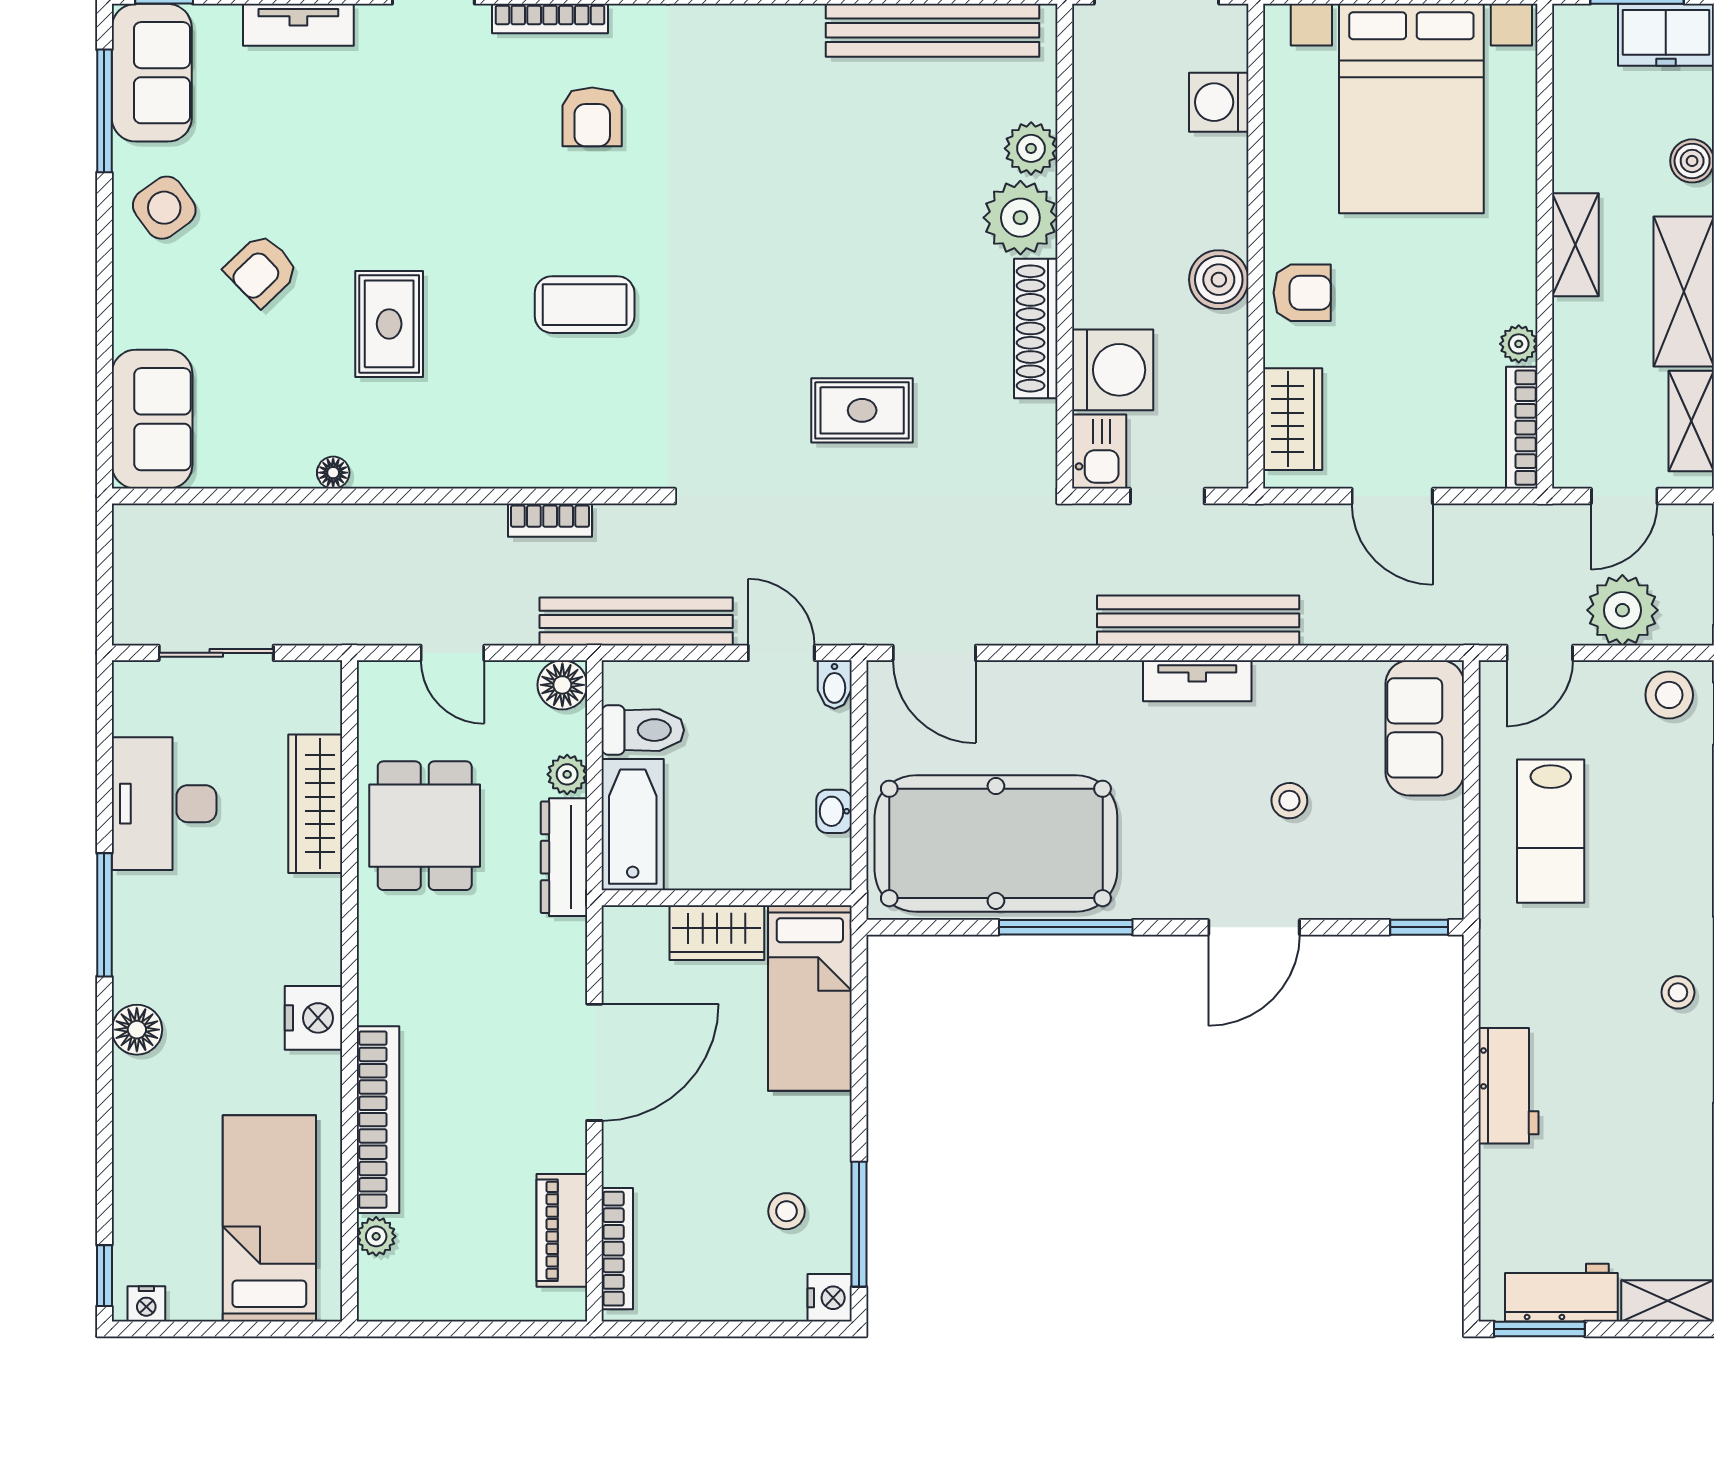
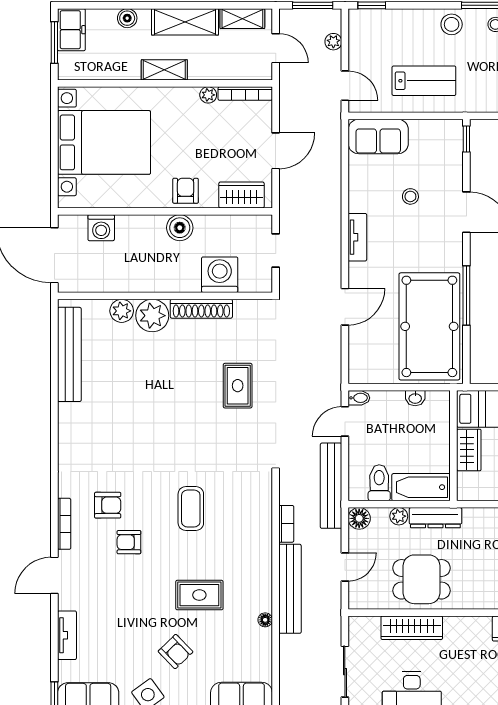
armchair: (509, 165) -> (129, 542), added
kitchen sink: (1099, 452) -> (256, 281), removed
plant: (1622, 610) -> (333, 42), width x0.53, depth x0.53
bench: (1198, 620) -> (290, 589), moved
door: (934, 653) -> (345, 307), moved
stool: (1669, 695) -> (452, 24), moved

